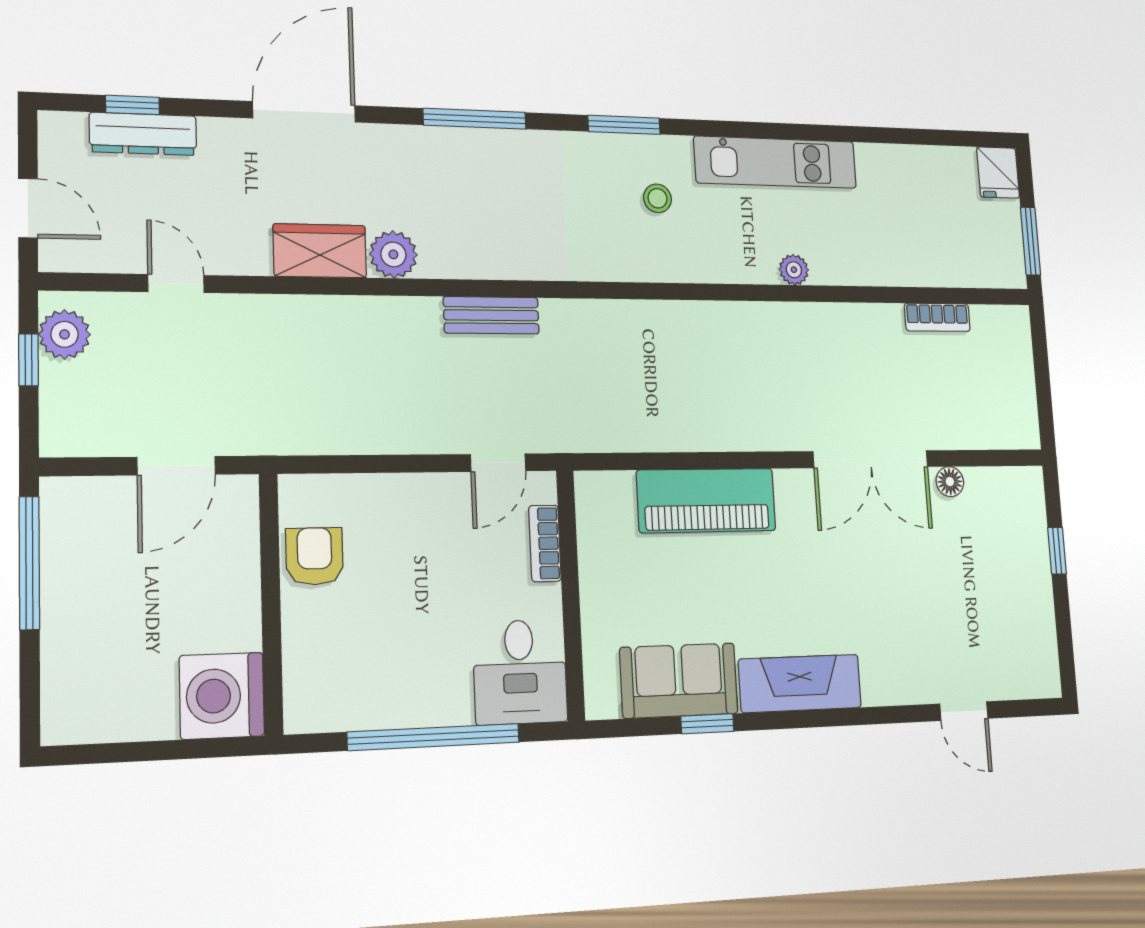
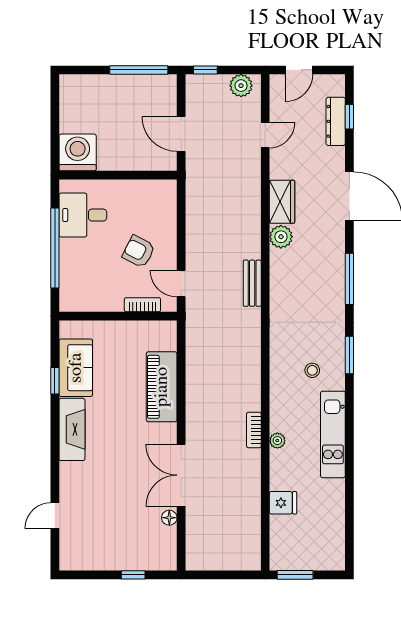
fridge: (998, 173) -> (283, 503), moved, turned 180
bookcase: (937, 317) -> (254, 430), moved
window: (29, 360) -> (205, 70), moved
armchair: (315, 556) -> (139, 251), moved, turned -153
desk: (520, 672) -> (83, 215), moved

